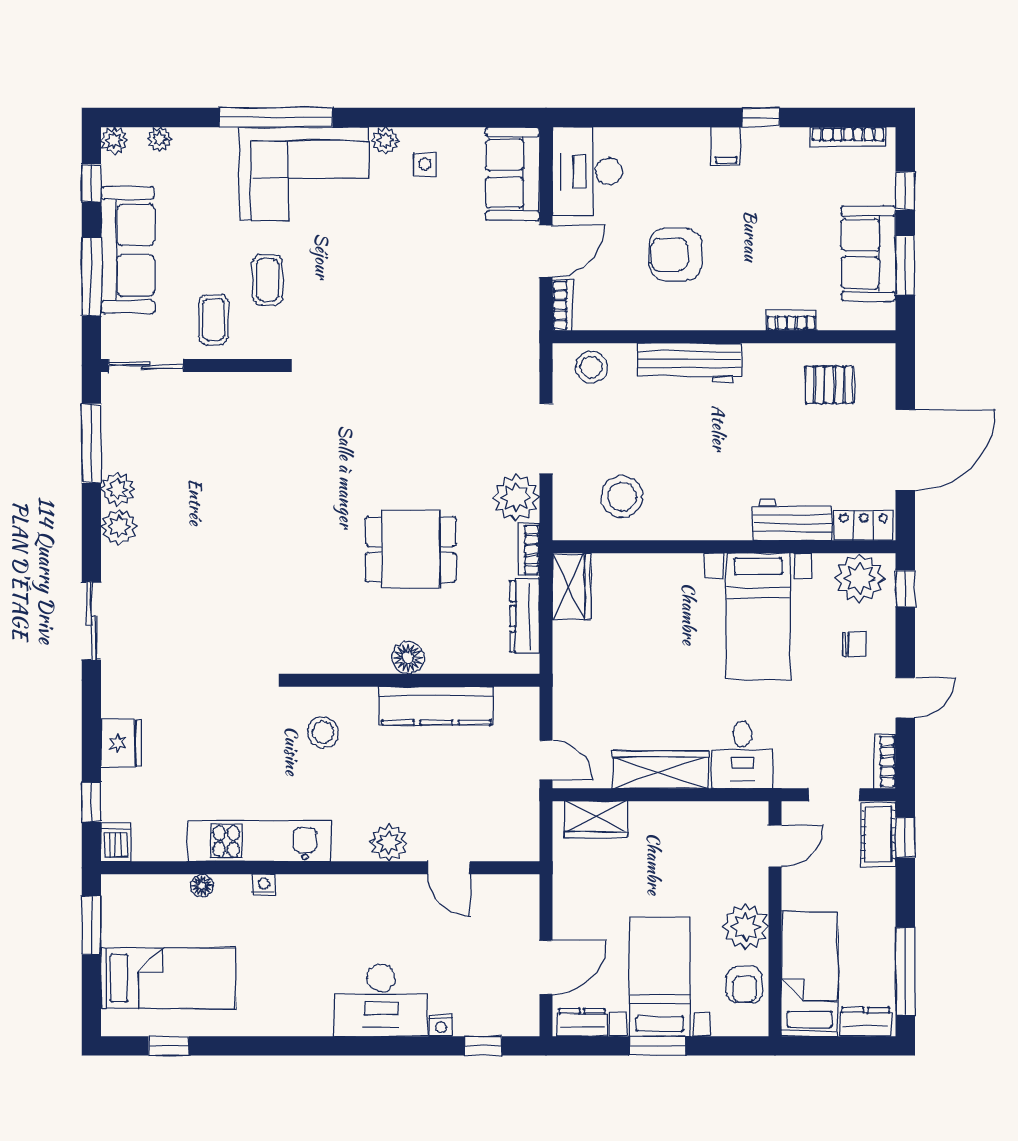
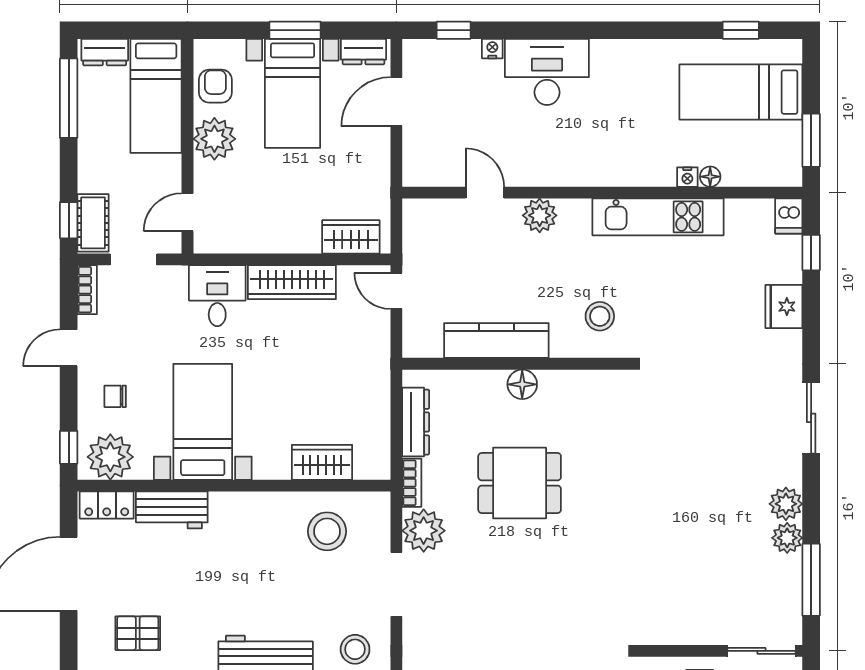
wardrobe: (572, 586) -> (322, 462), moved, turned 90
nightstand: (264, 885) -> (687, 177), moved

